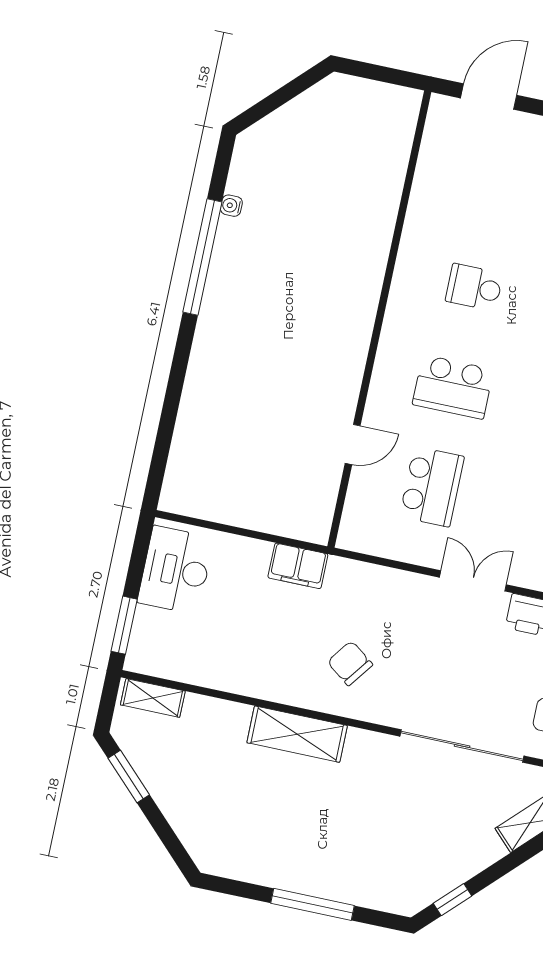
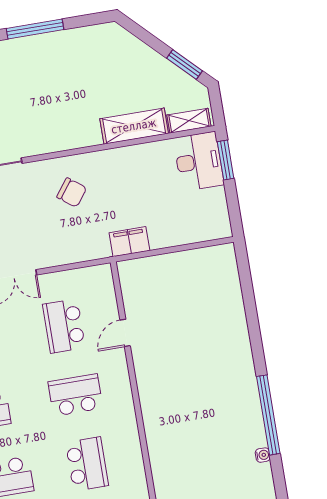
school desk: (474, 287) -> (87, 464), width x1.85
desk: (176, 570) -> (199, 161), moved
shelving: (297, 734) -> (134, 126), moved

